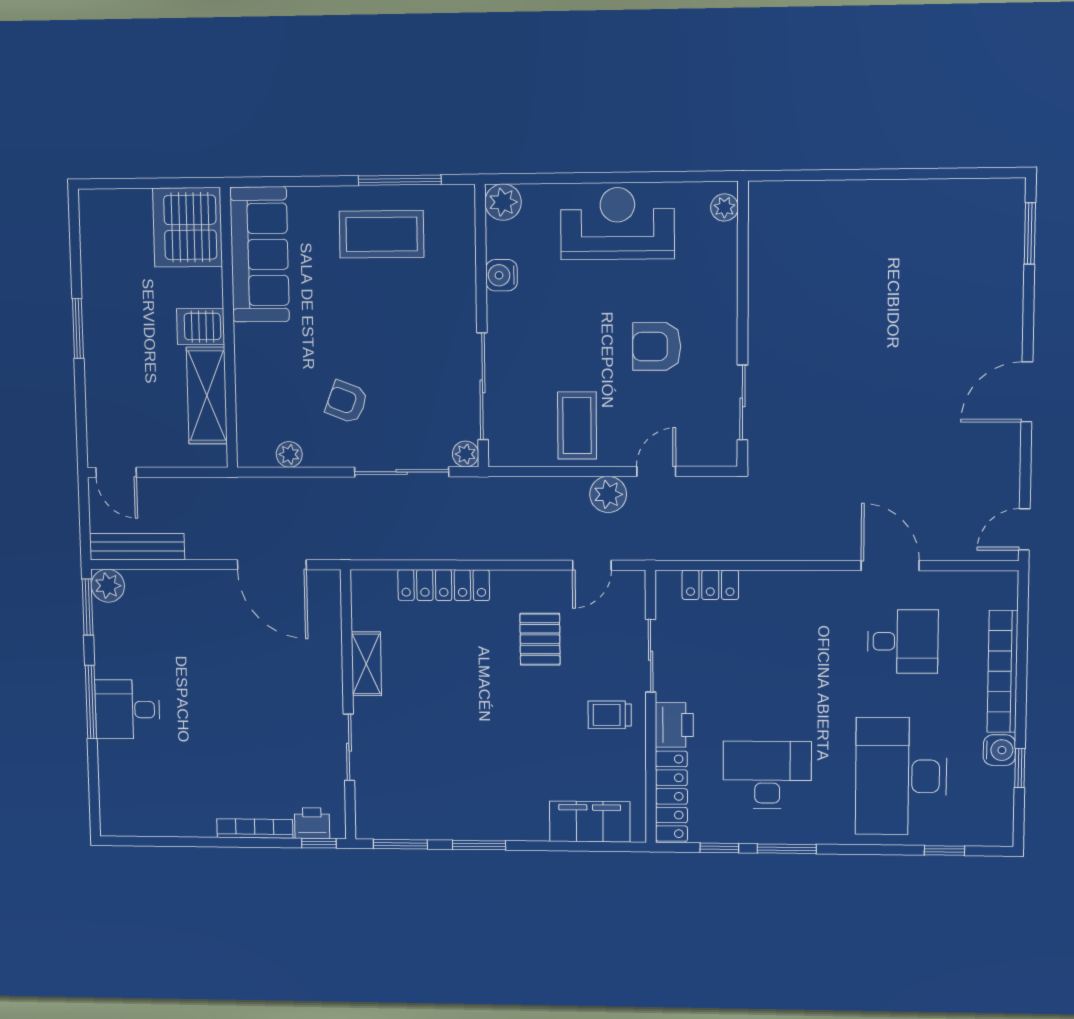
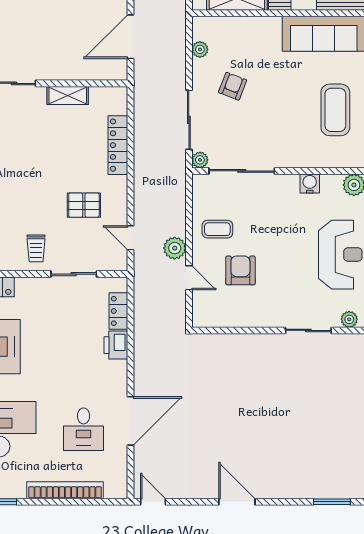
armchair: (657, 346) -> (240, 270), moved
sliding door: (742, 402) -> (308, 330), moved
coffee table: (577, 426) -> (217, 229), width x0.73, depth x0.77
door: (890, 566) -> (131, 421), width x1.36
trolley: (610, 715) -> (36, 248), turned 180
printer: (674, 725) -> (116, 345), moved, turned 90
water cooler: (999, 750) -> (16, 489), removed

